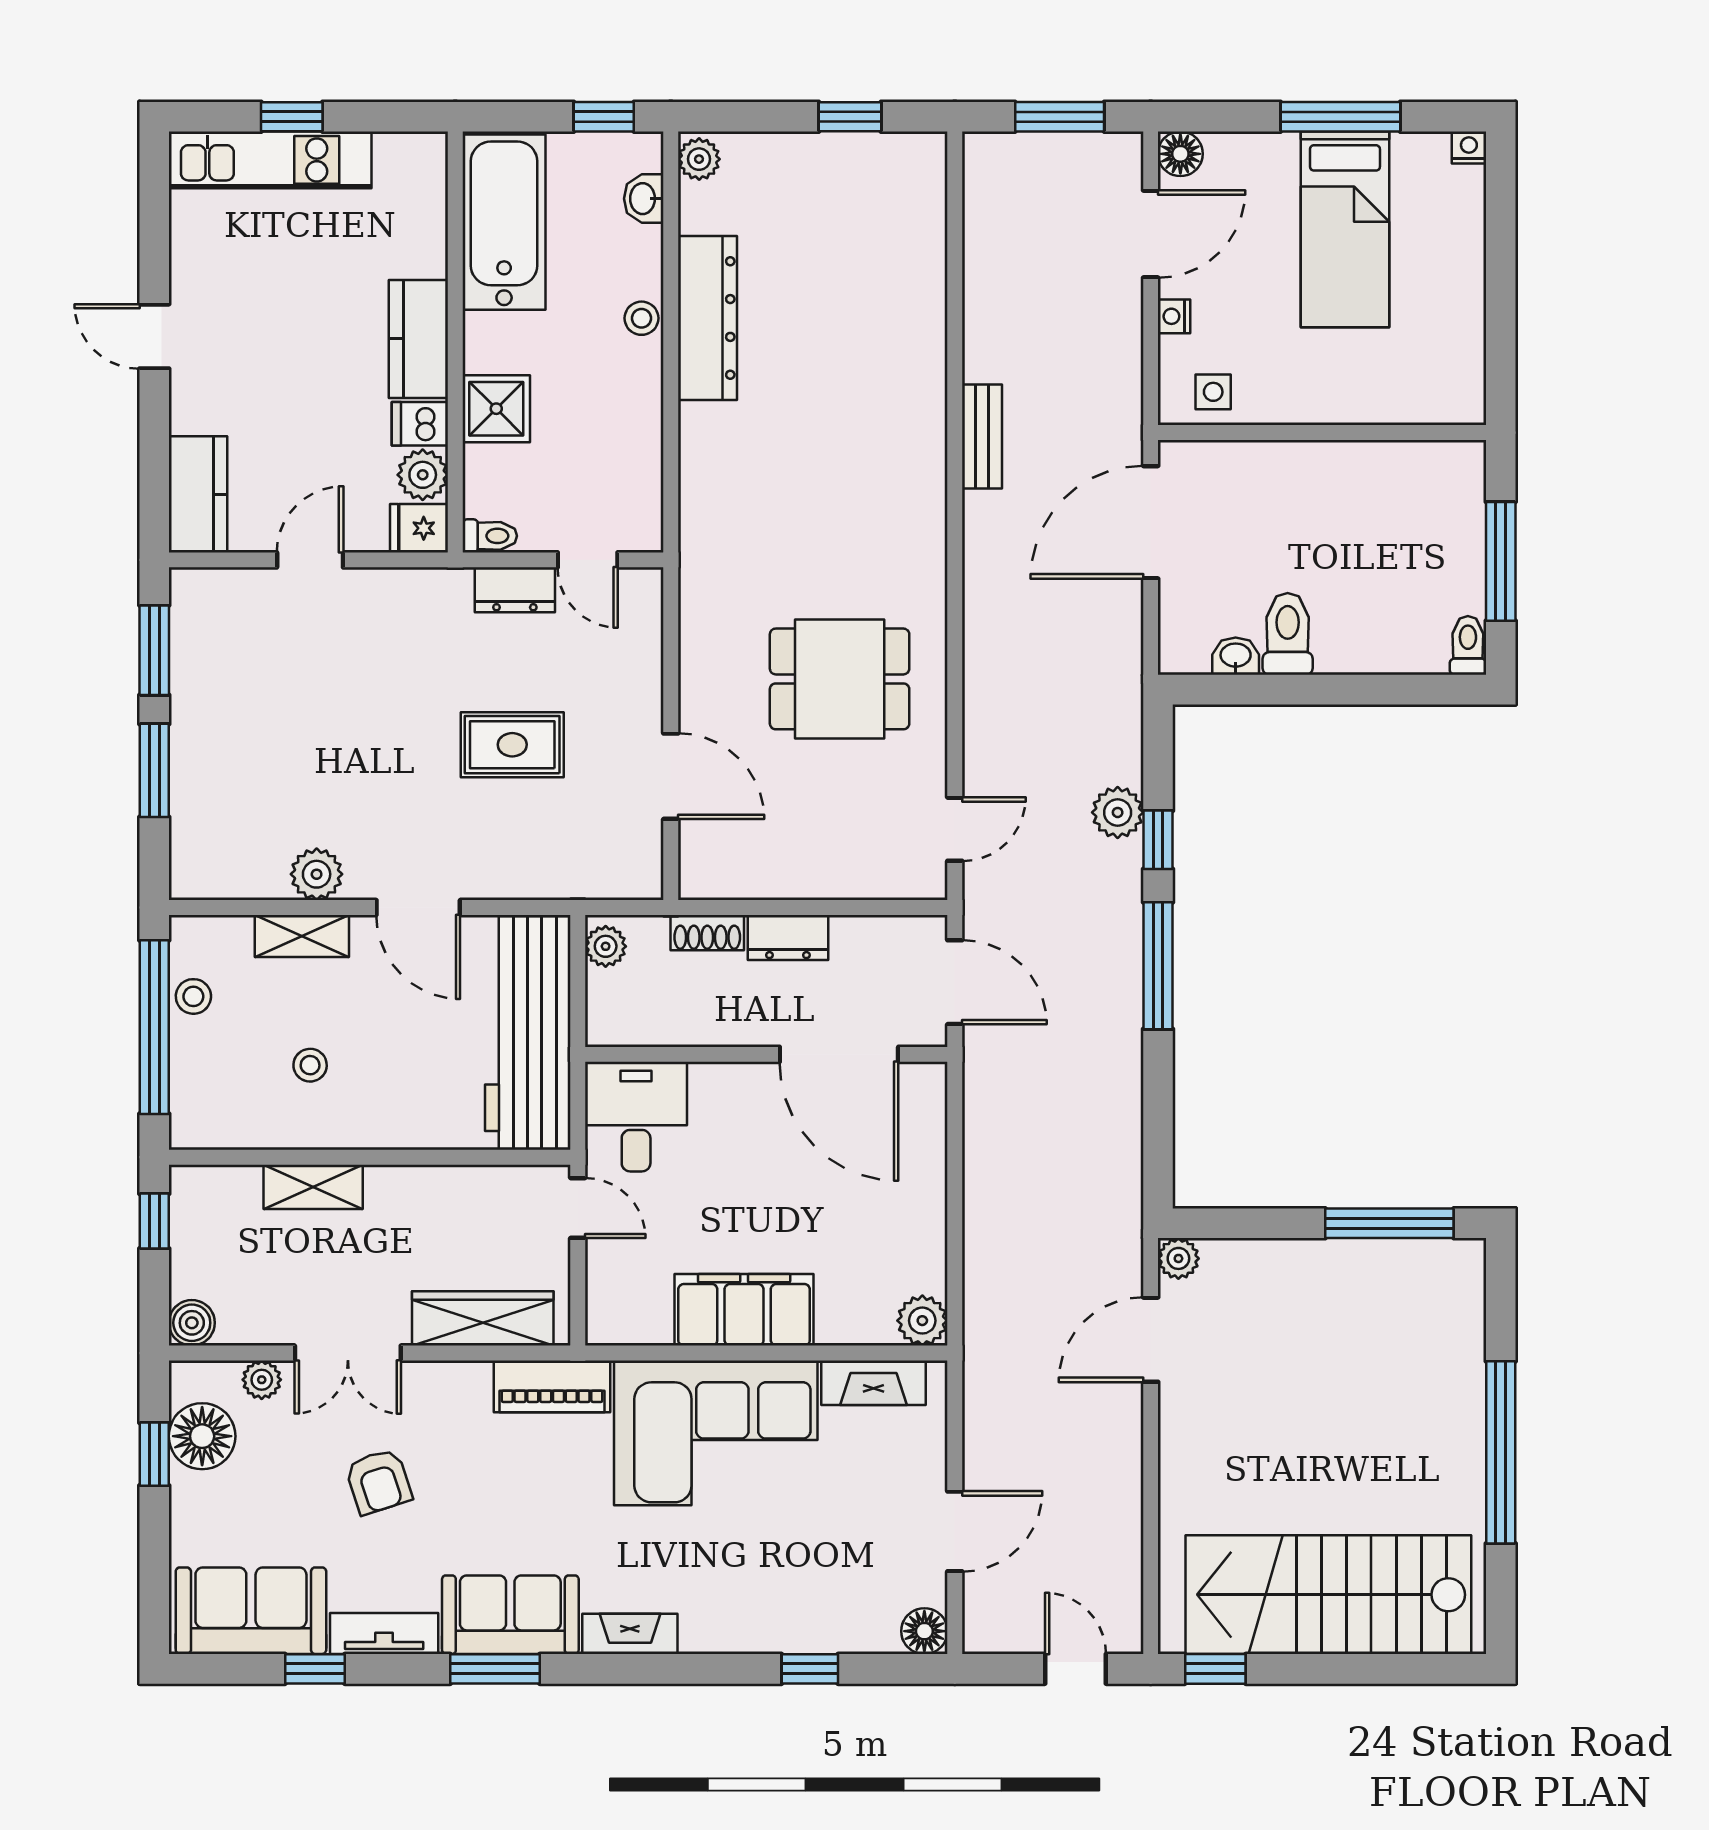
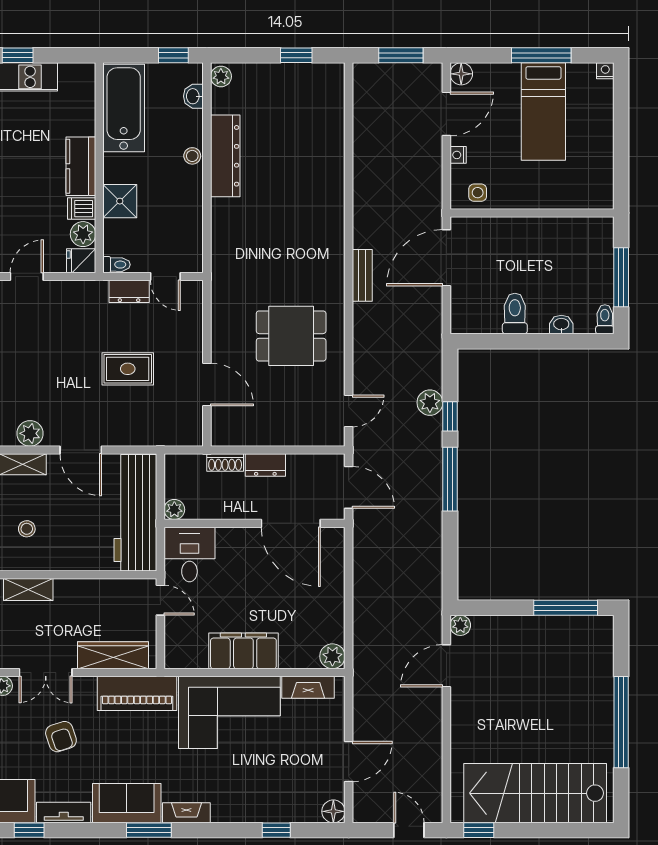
bench: (982, 437) -> (362, 275), moved
washbasin: (1236, 656) -> (561, 325), moved
plant: (606, 946) -> (174, 509), moved
piano: (552, 1386) -> (137, 693), width x1.37, depth x1.33
window: (495, 1669) -> (149, 830), moved

